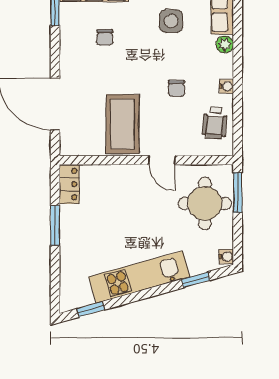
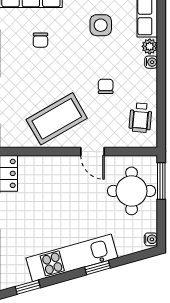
water cooler: (226, 86) -> (151, 62), moved
chair: (176, 88) -> (106, 86), turned 180
coffee table: (123, 124) -> (57, 119), turned 60
window: (196, 280) -> (98, 268), moved

